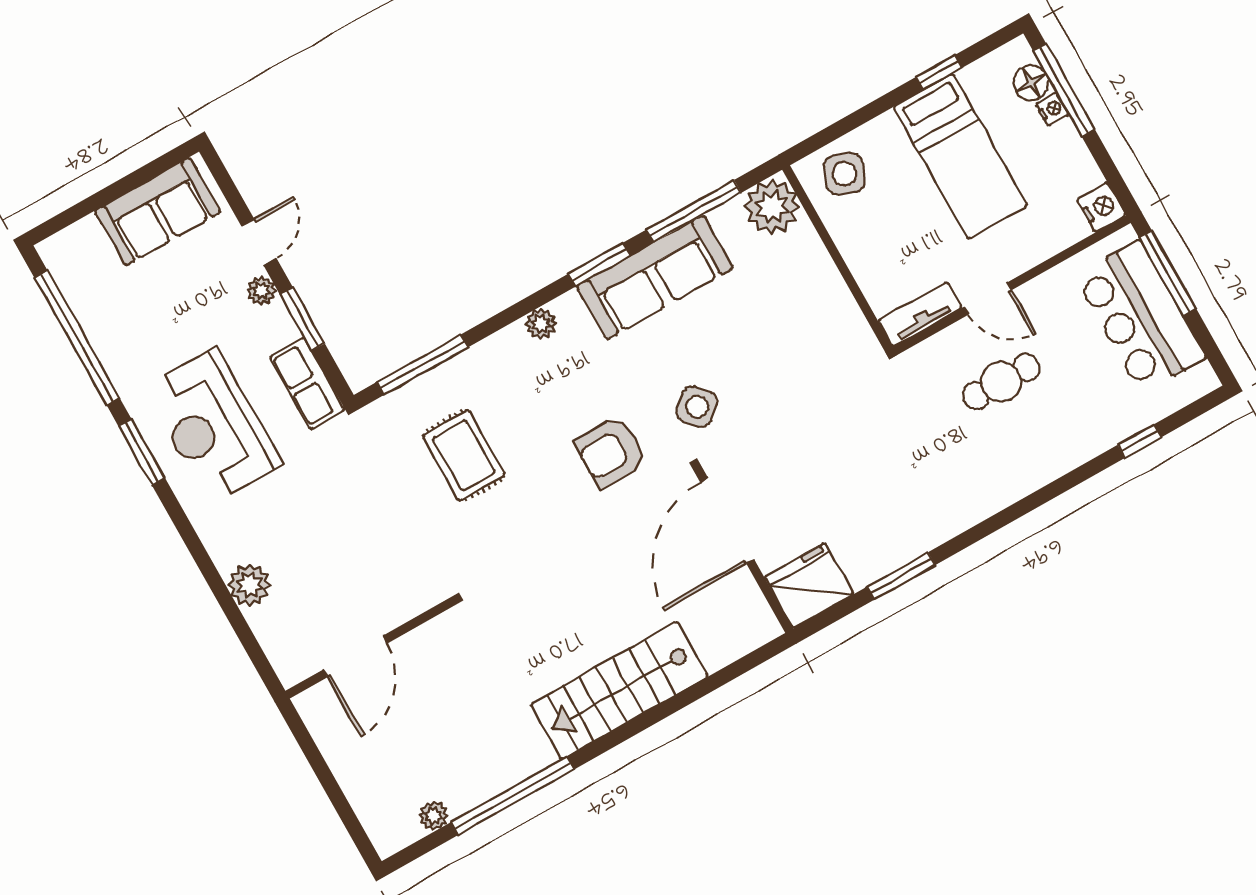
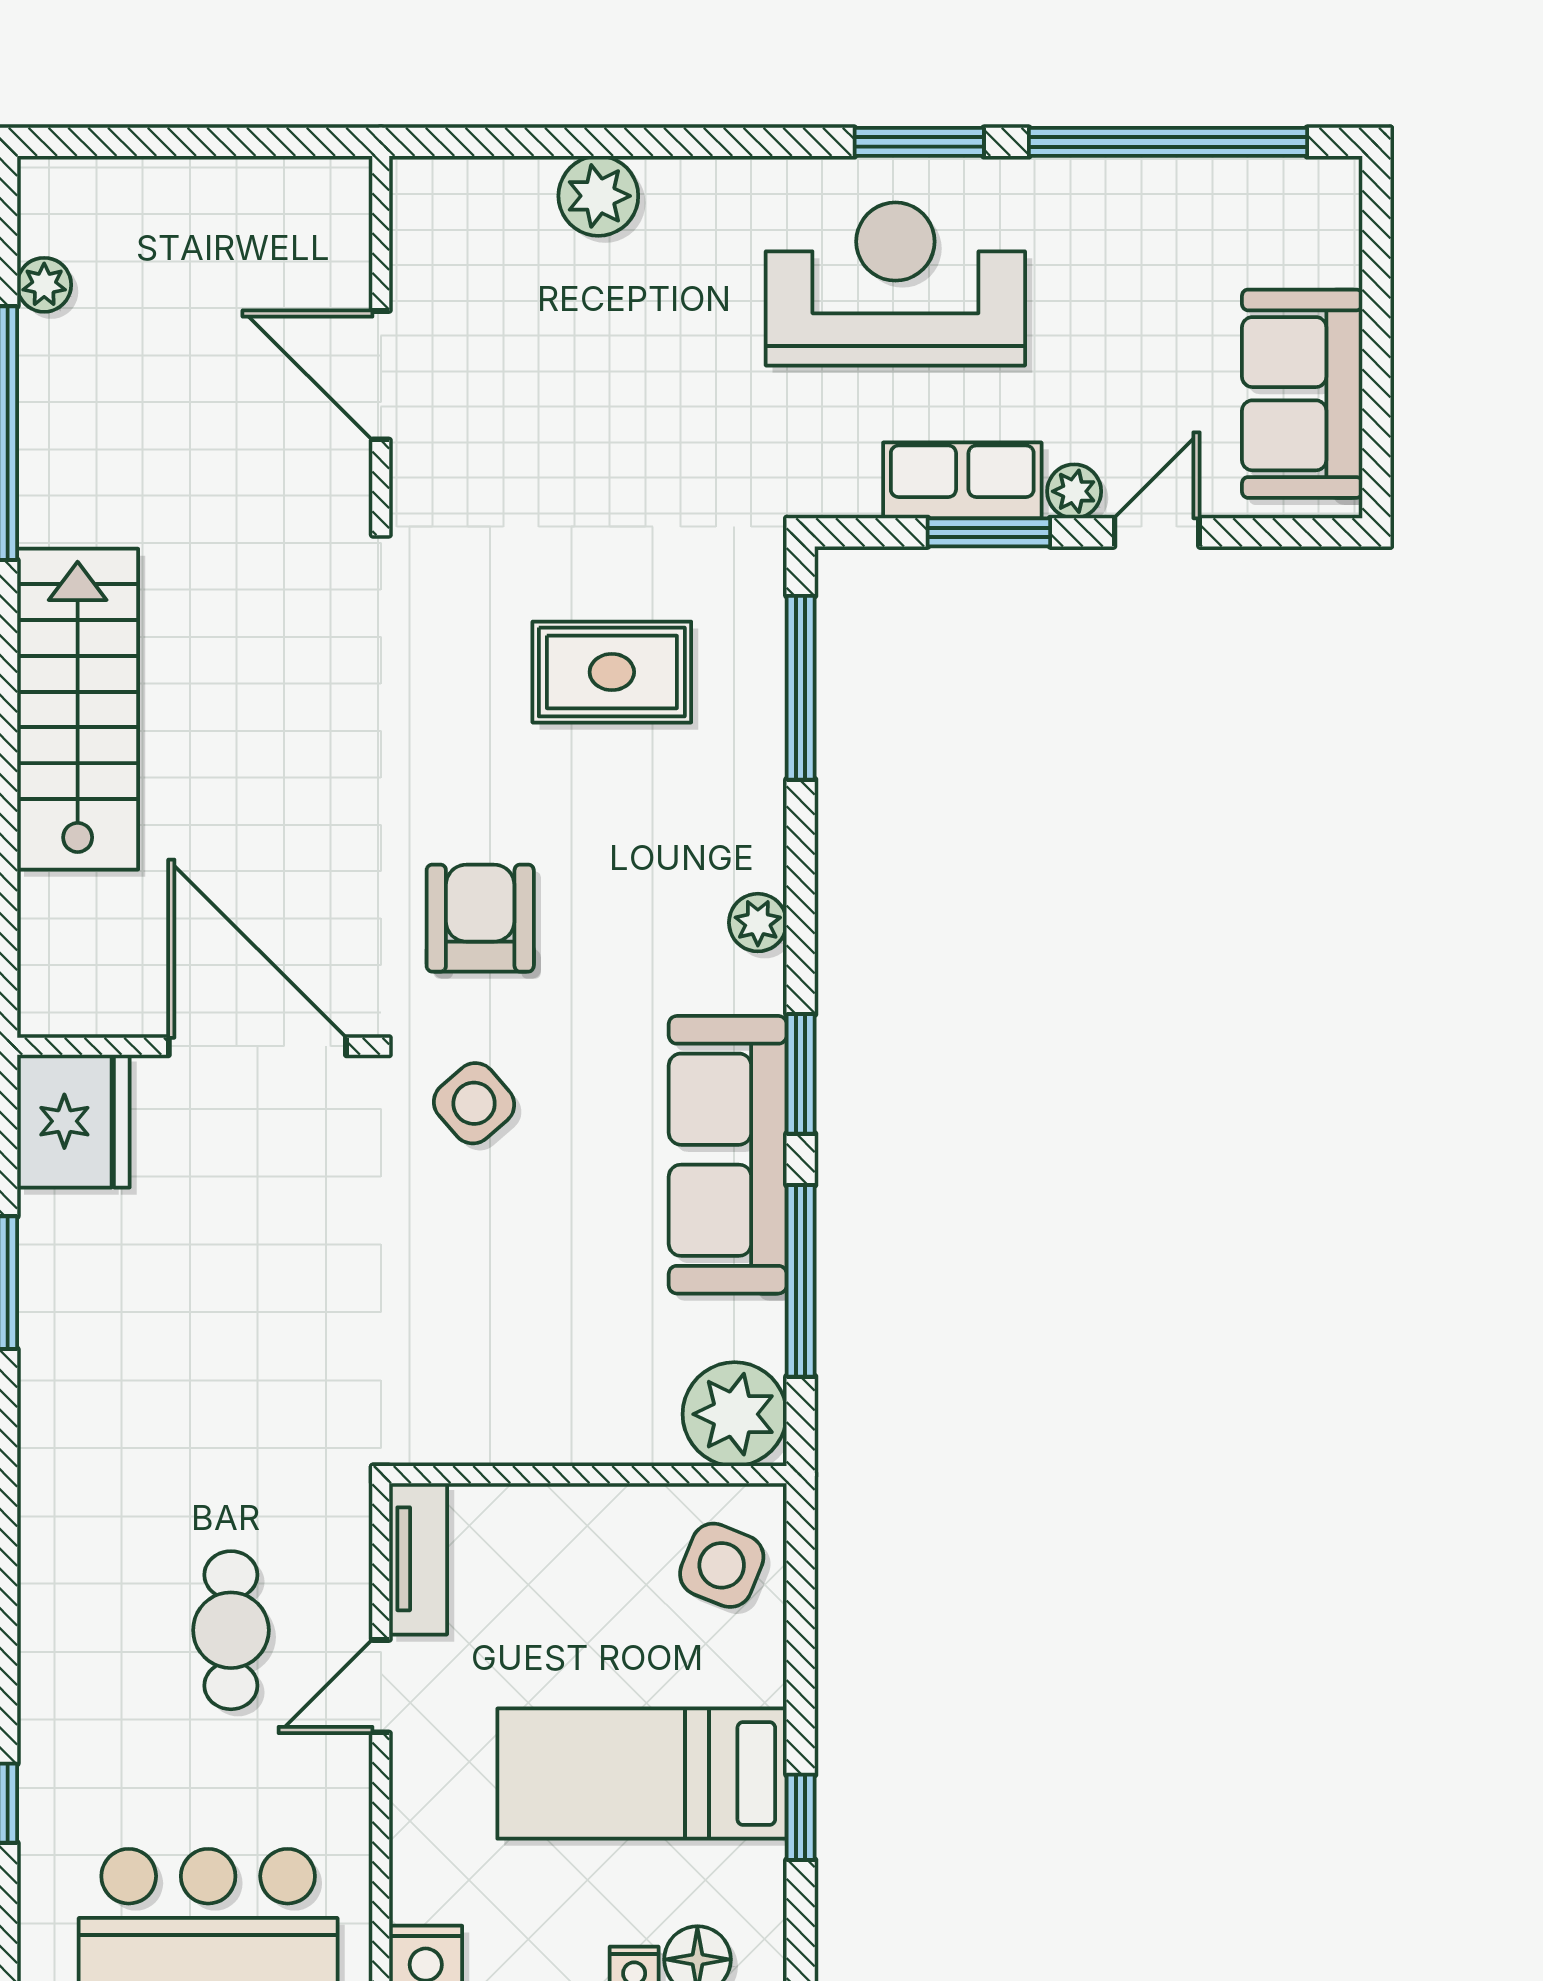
door: (259, 242) -> (1157, 532), swing flipped
row of seats: (307, 383) -> (962, 480), moved
door: (355, 657) -> (381, 375), moved

